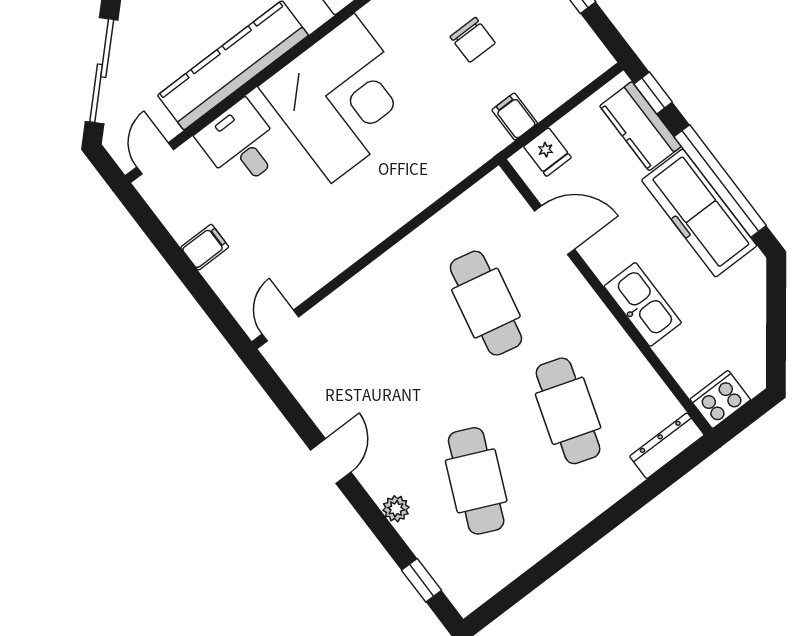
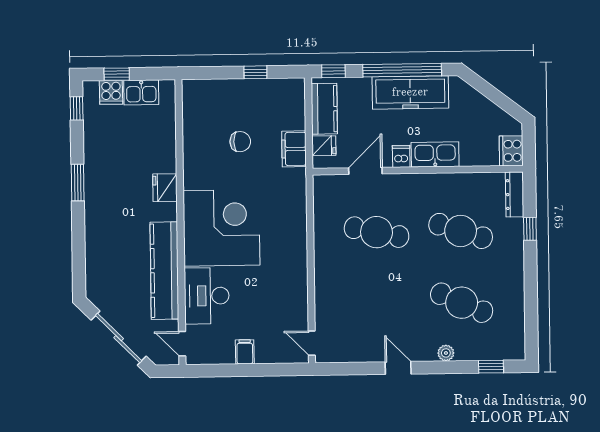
filing cabinet: (515, 117) -> (294, 149), width x2.00
kitchen counter: (640, 126) -> (324, 109), moved, turned -90
desk: (241, 144) -> (207, 296), width x1.37
dishwasher: (608, 262) -> (401, 156), added
window: (637, 499) -> (530, 229), added

